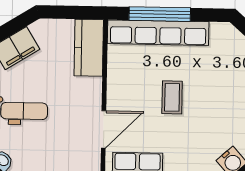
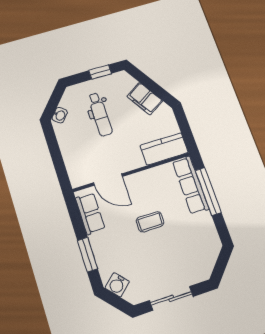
row of seats: (158, 33) -> (191, 185), width x0.73

